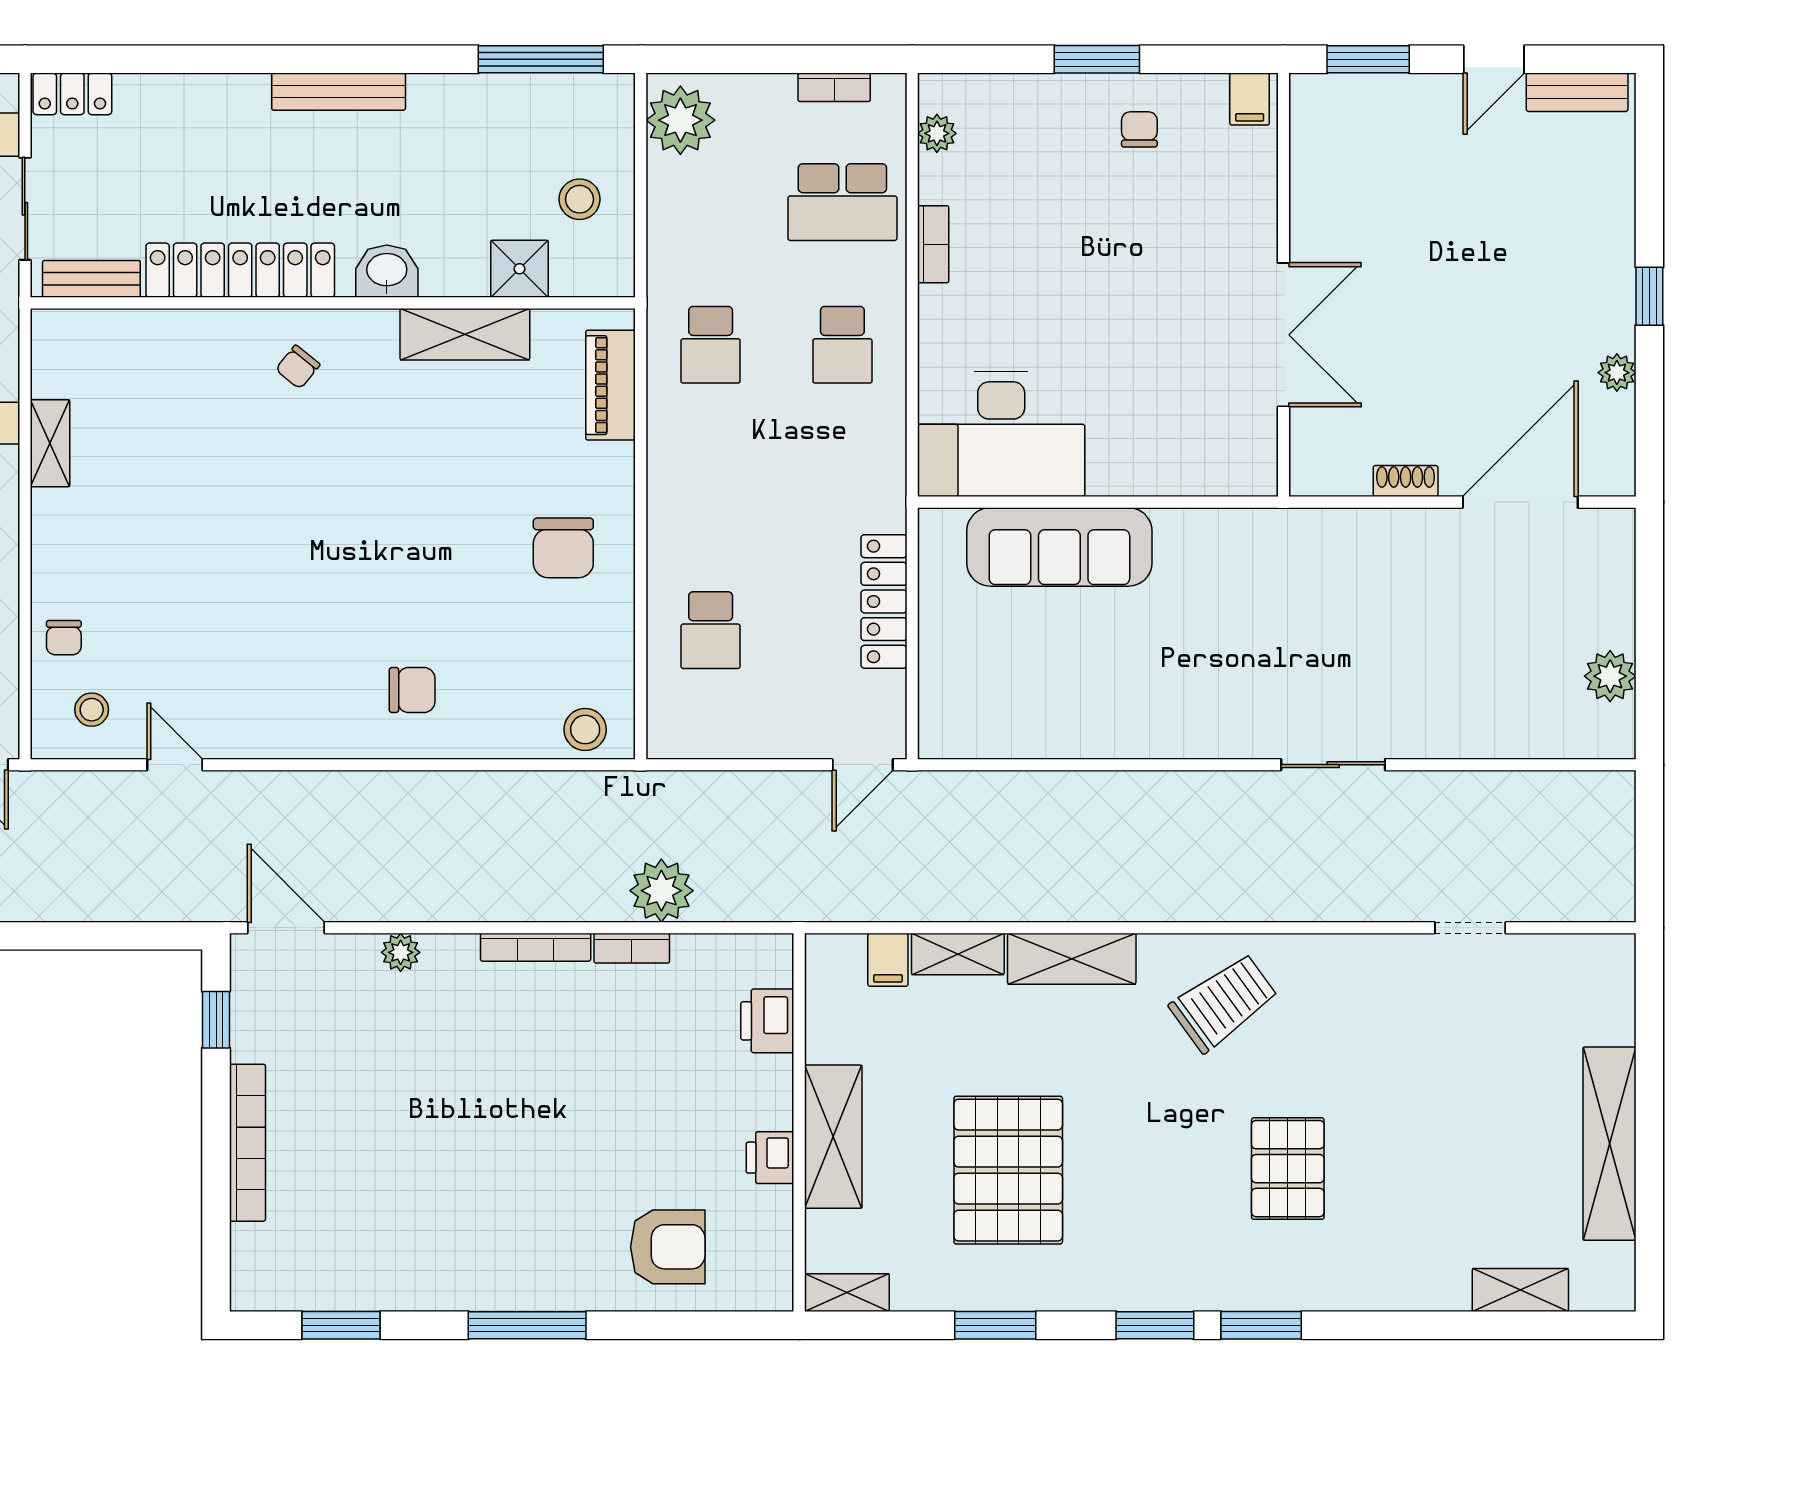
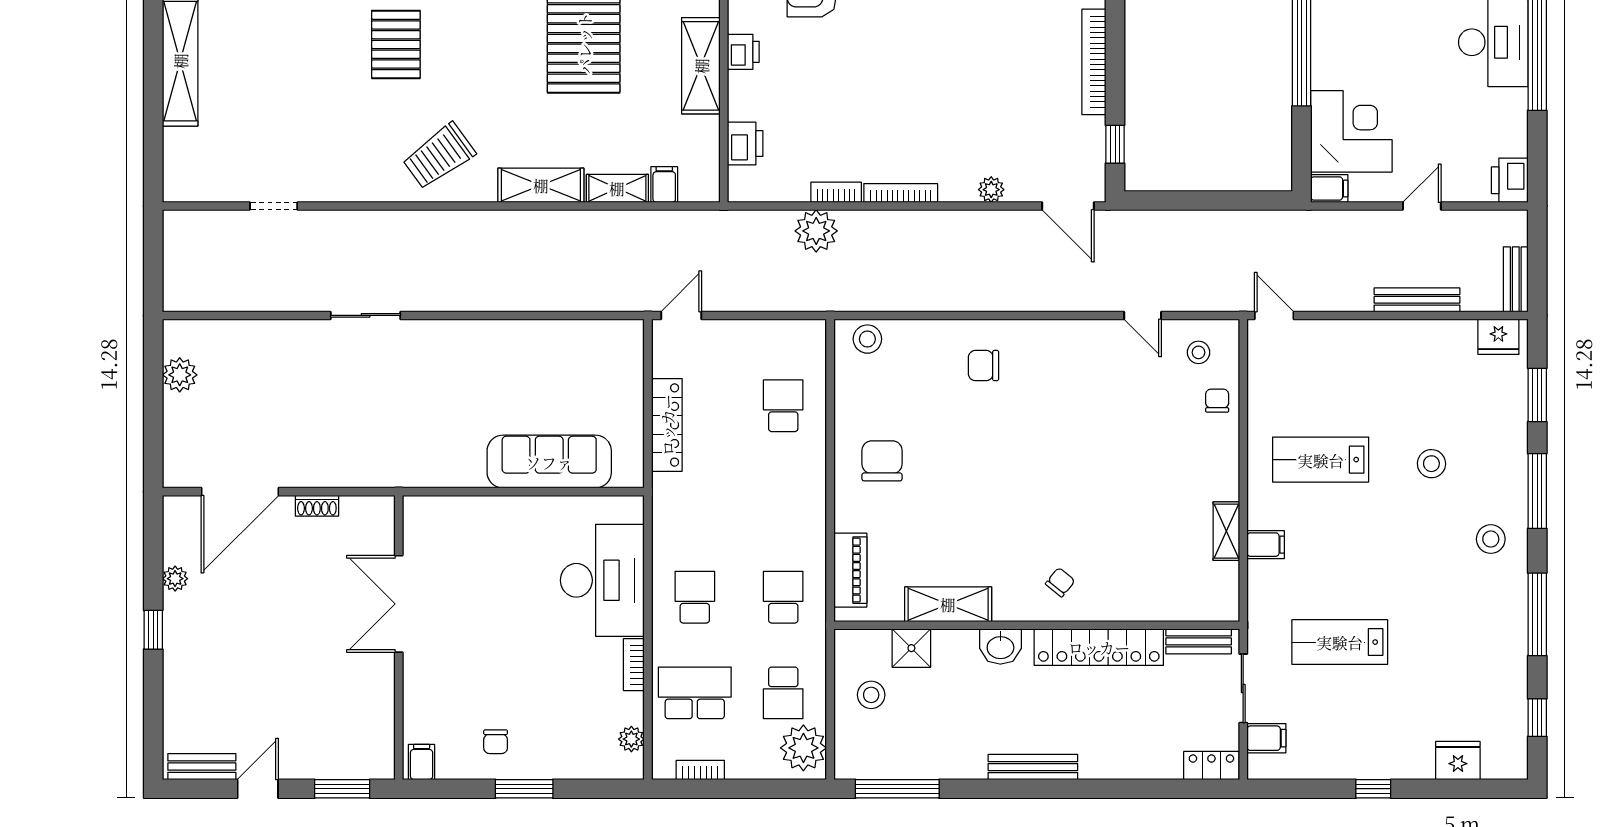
school desk: (711, 202) -> (783, 693), added
desk: (1001, 434) -> (602, 580), moved, turned 90

